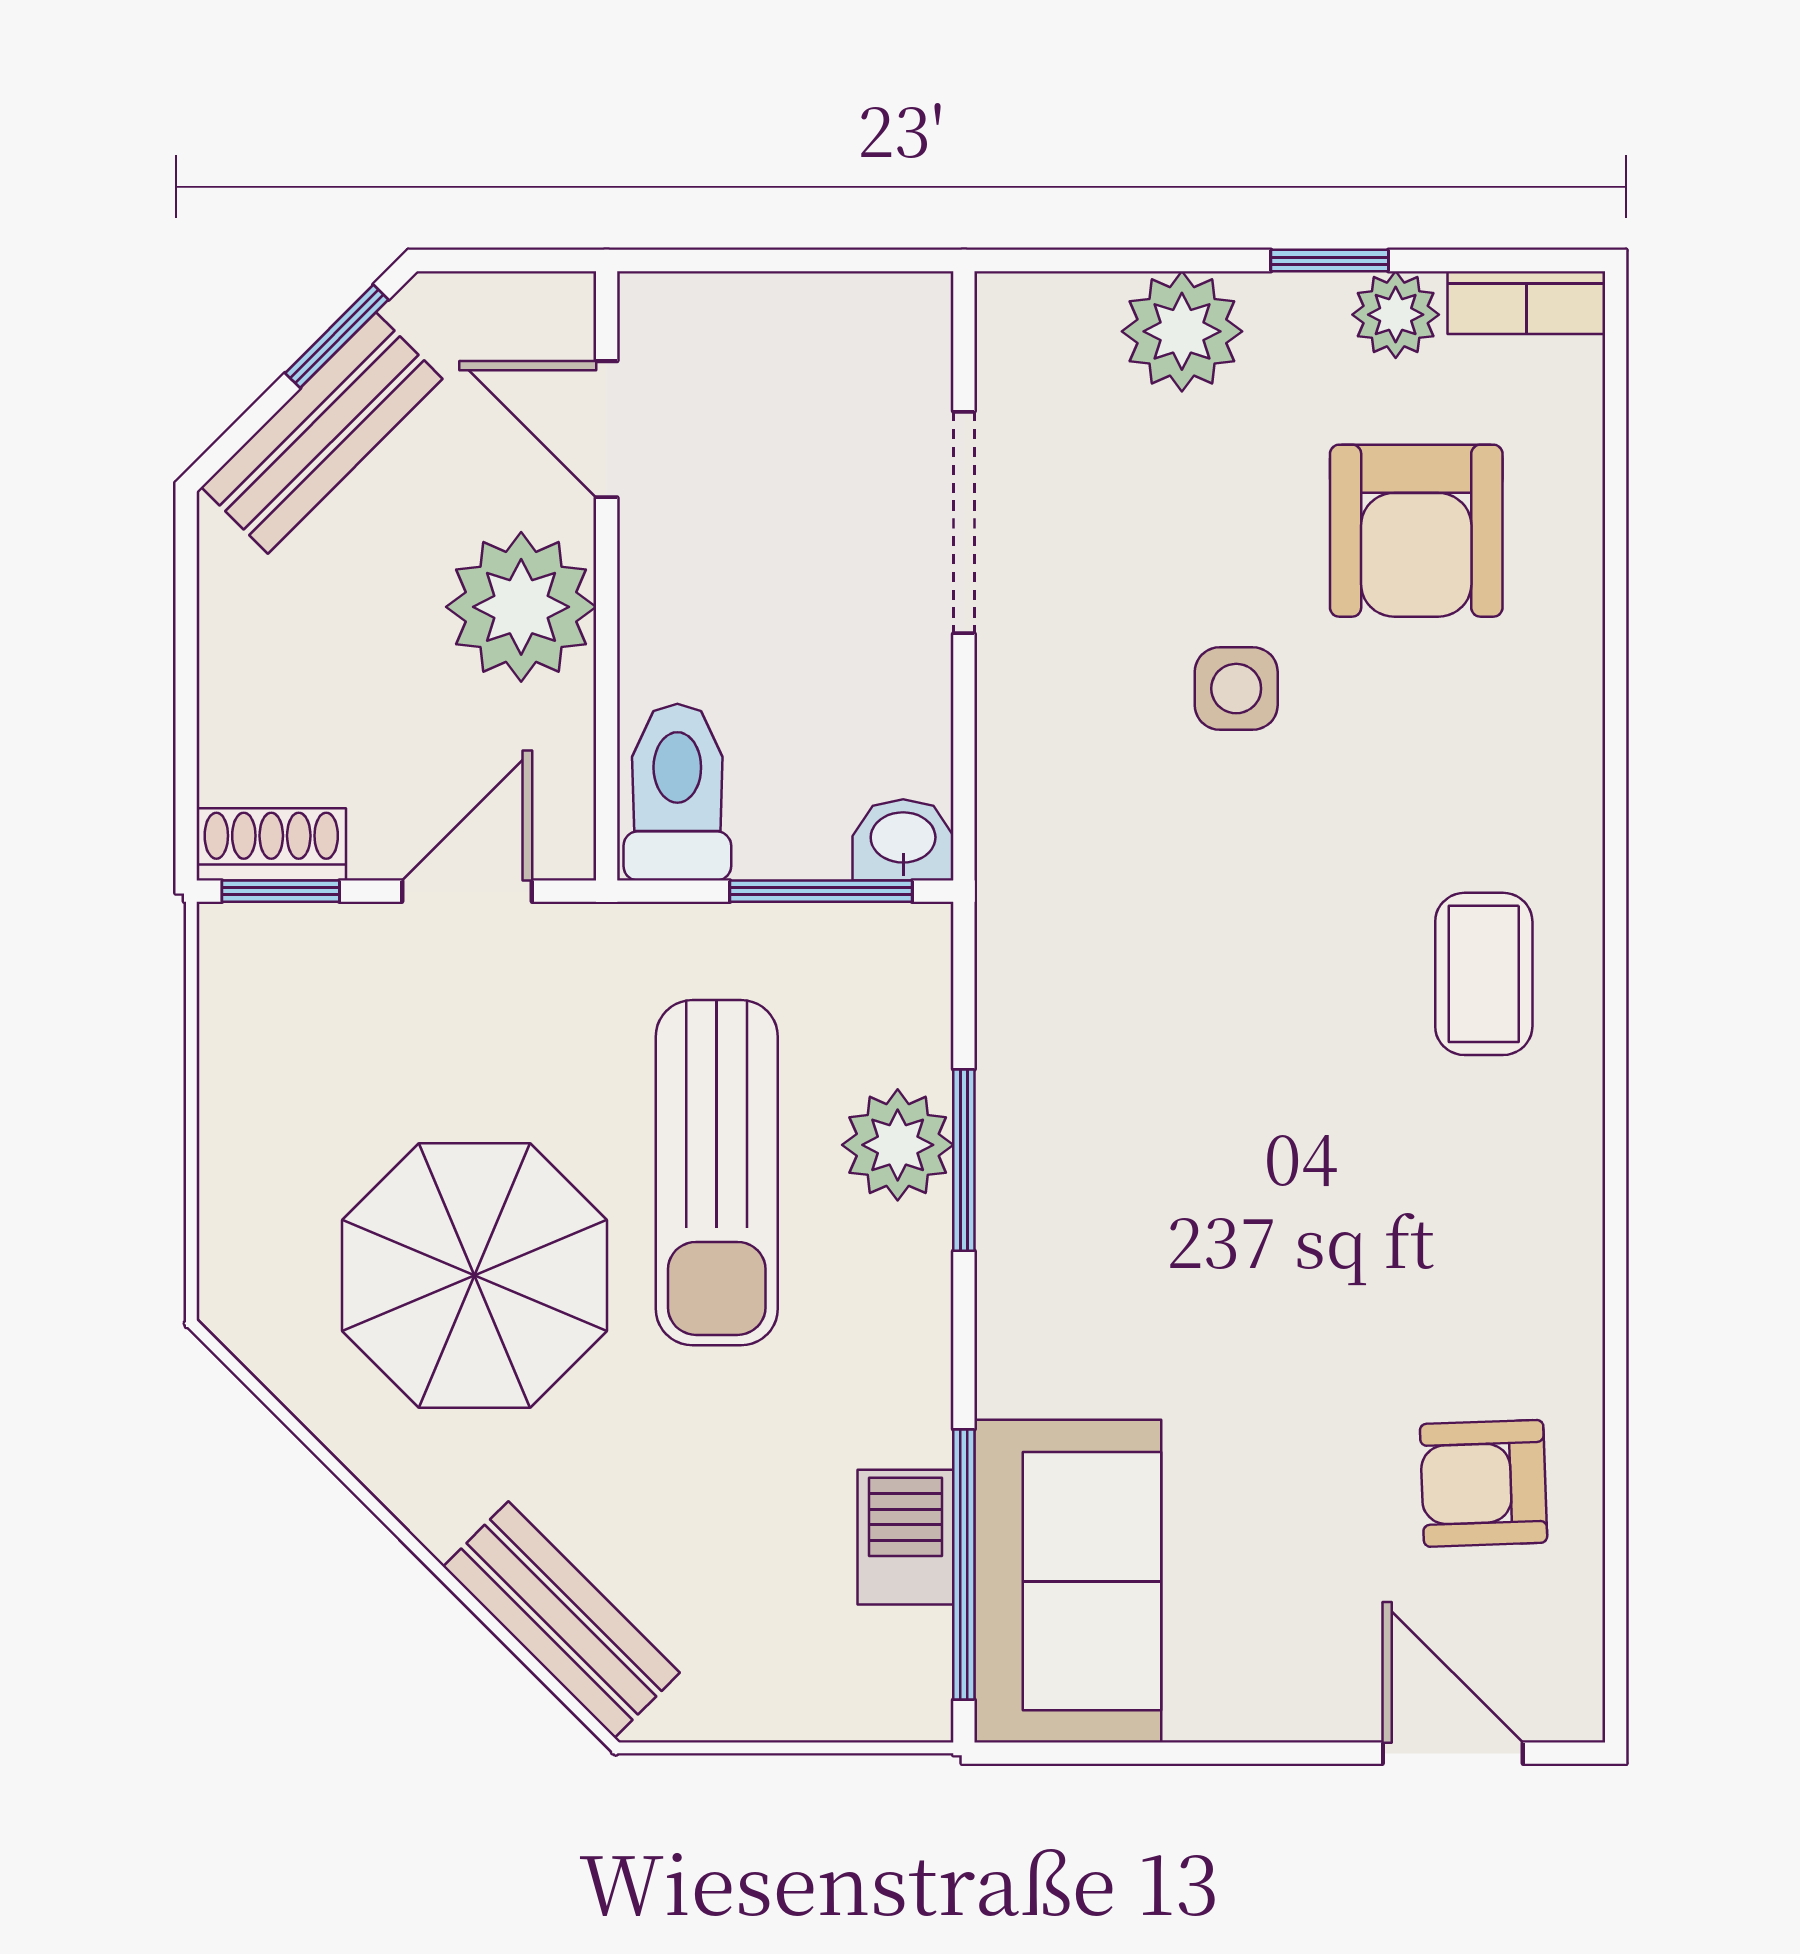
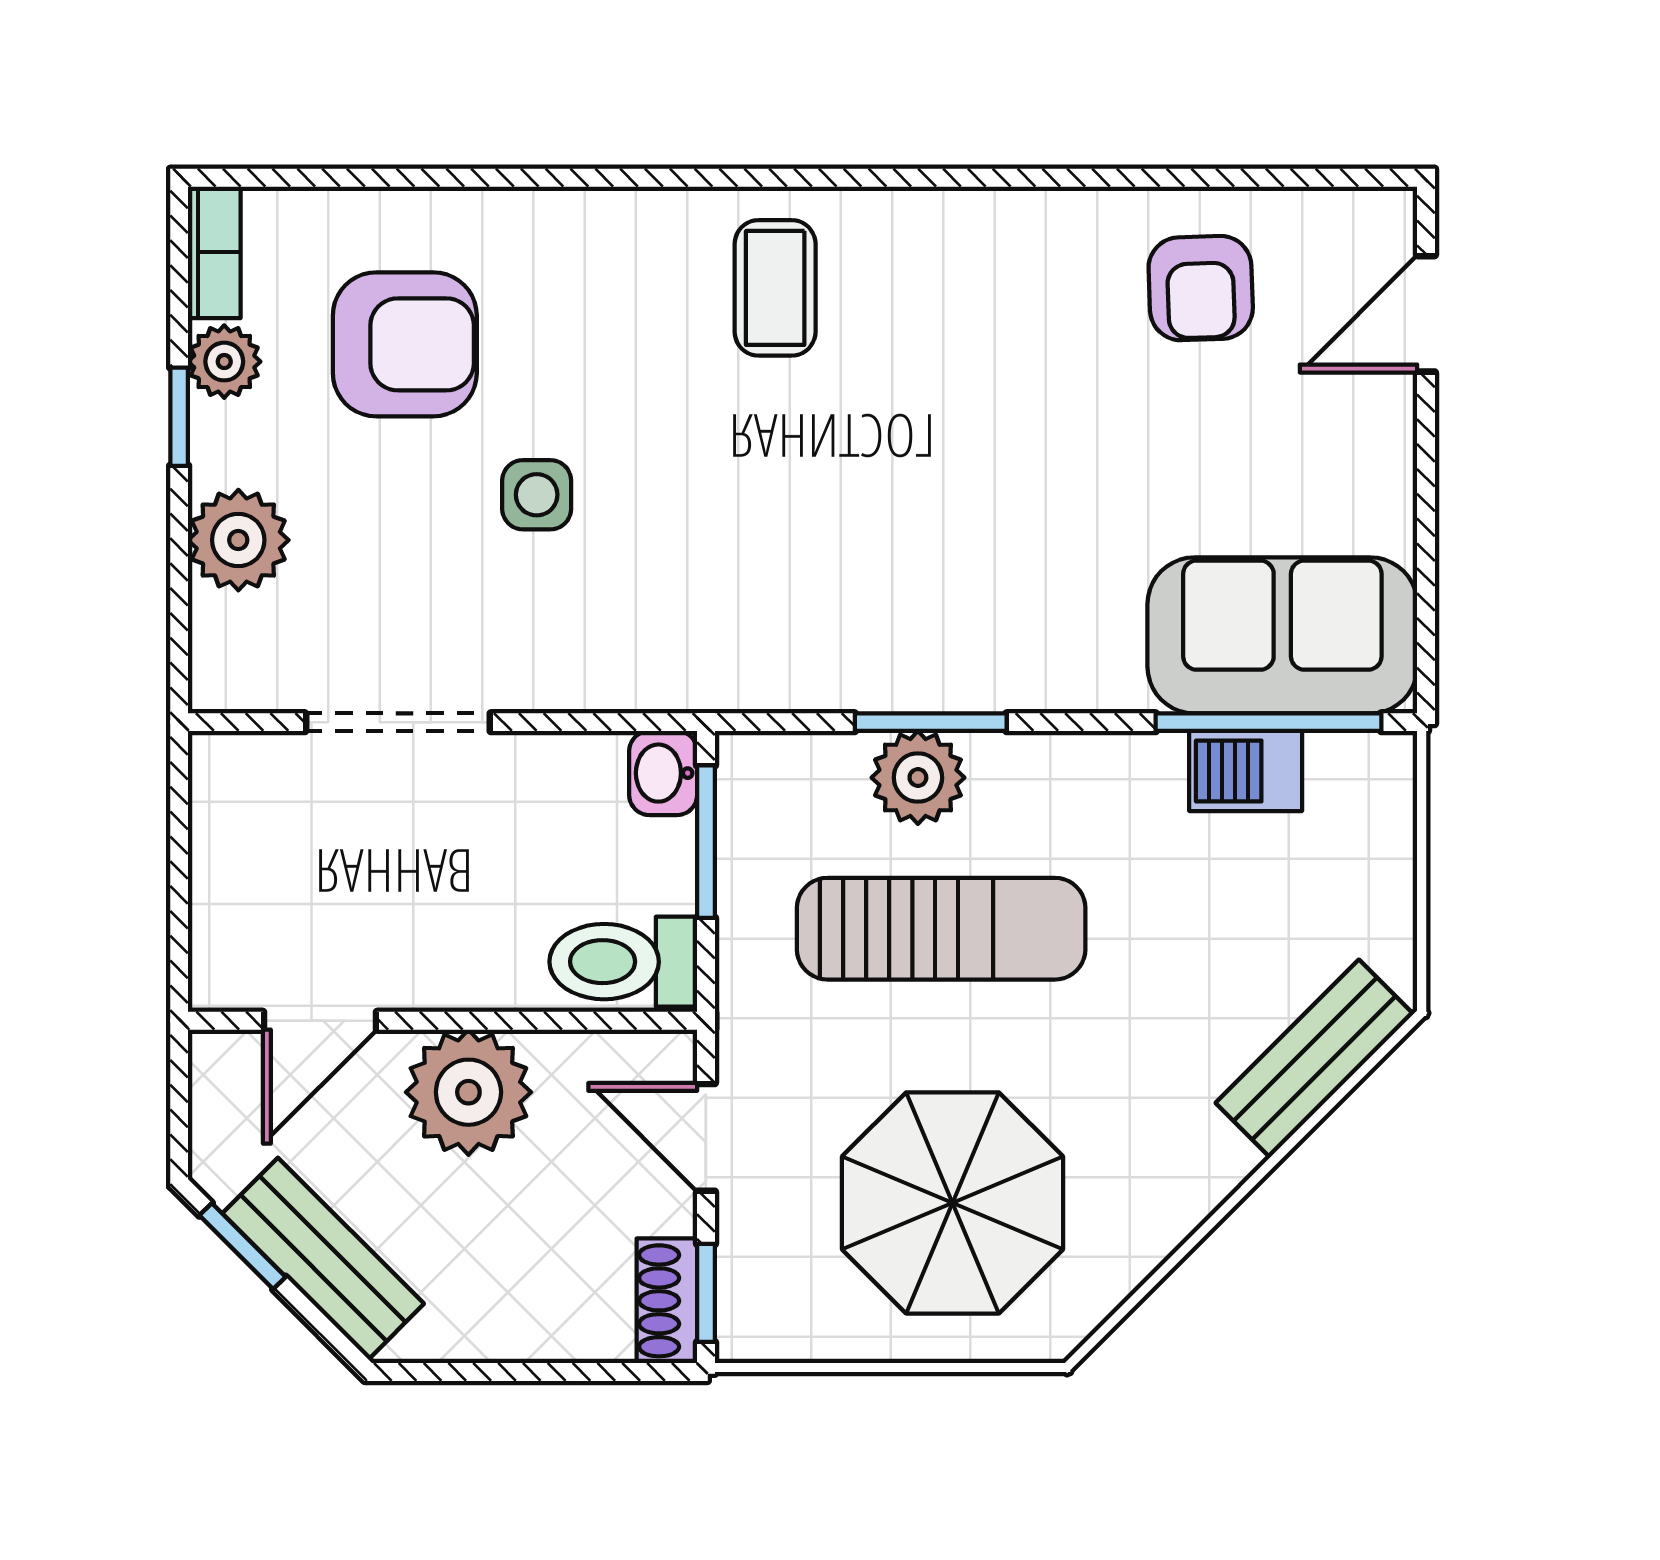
coffee table: (1484, 974) -> (775, 288), turned 90
parasol: (474, 1275) -> (953, 1203), moved

